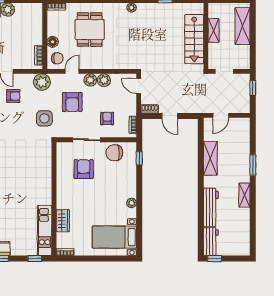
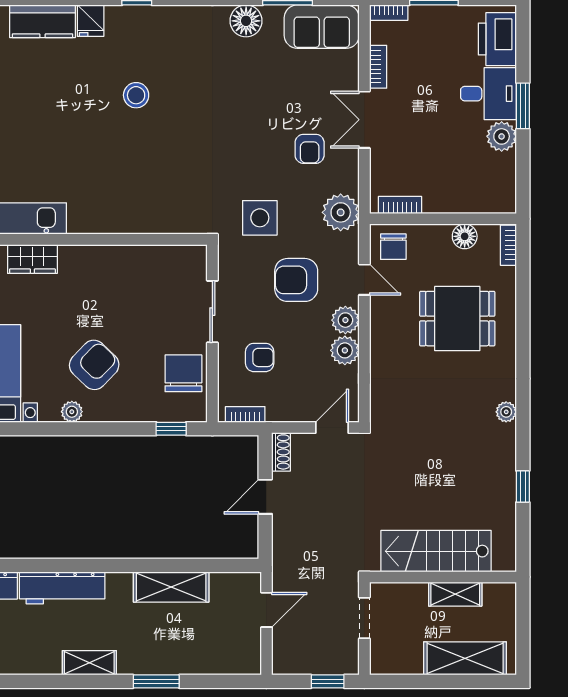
floor lamp: (53, 42) -> (465, 236), moved
door: (221, 115) -> (266, 610), swing flipped
armchair: (84, 169) -> (94, 365), moved, turned -46

